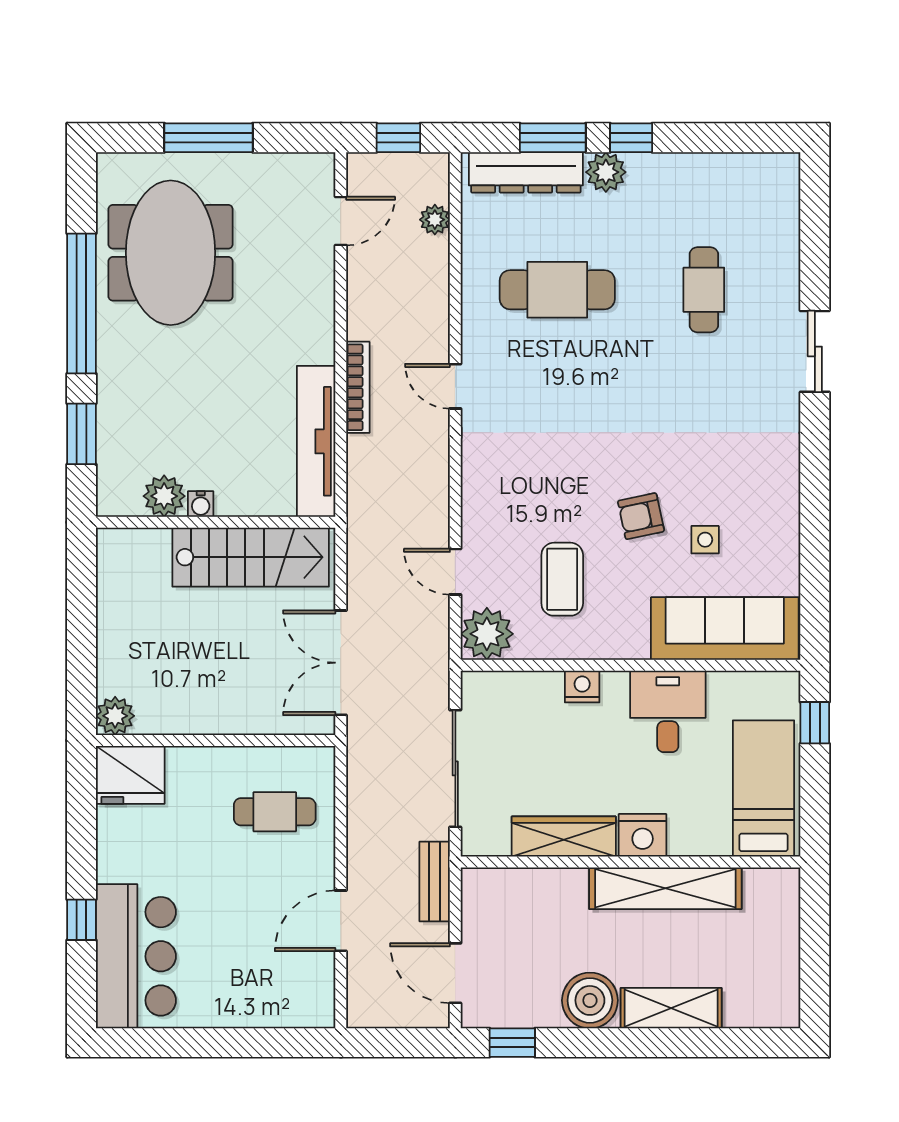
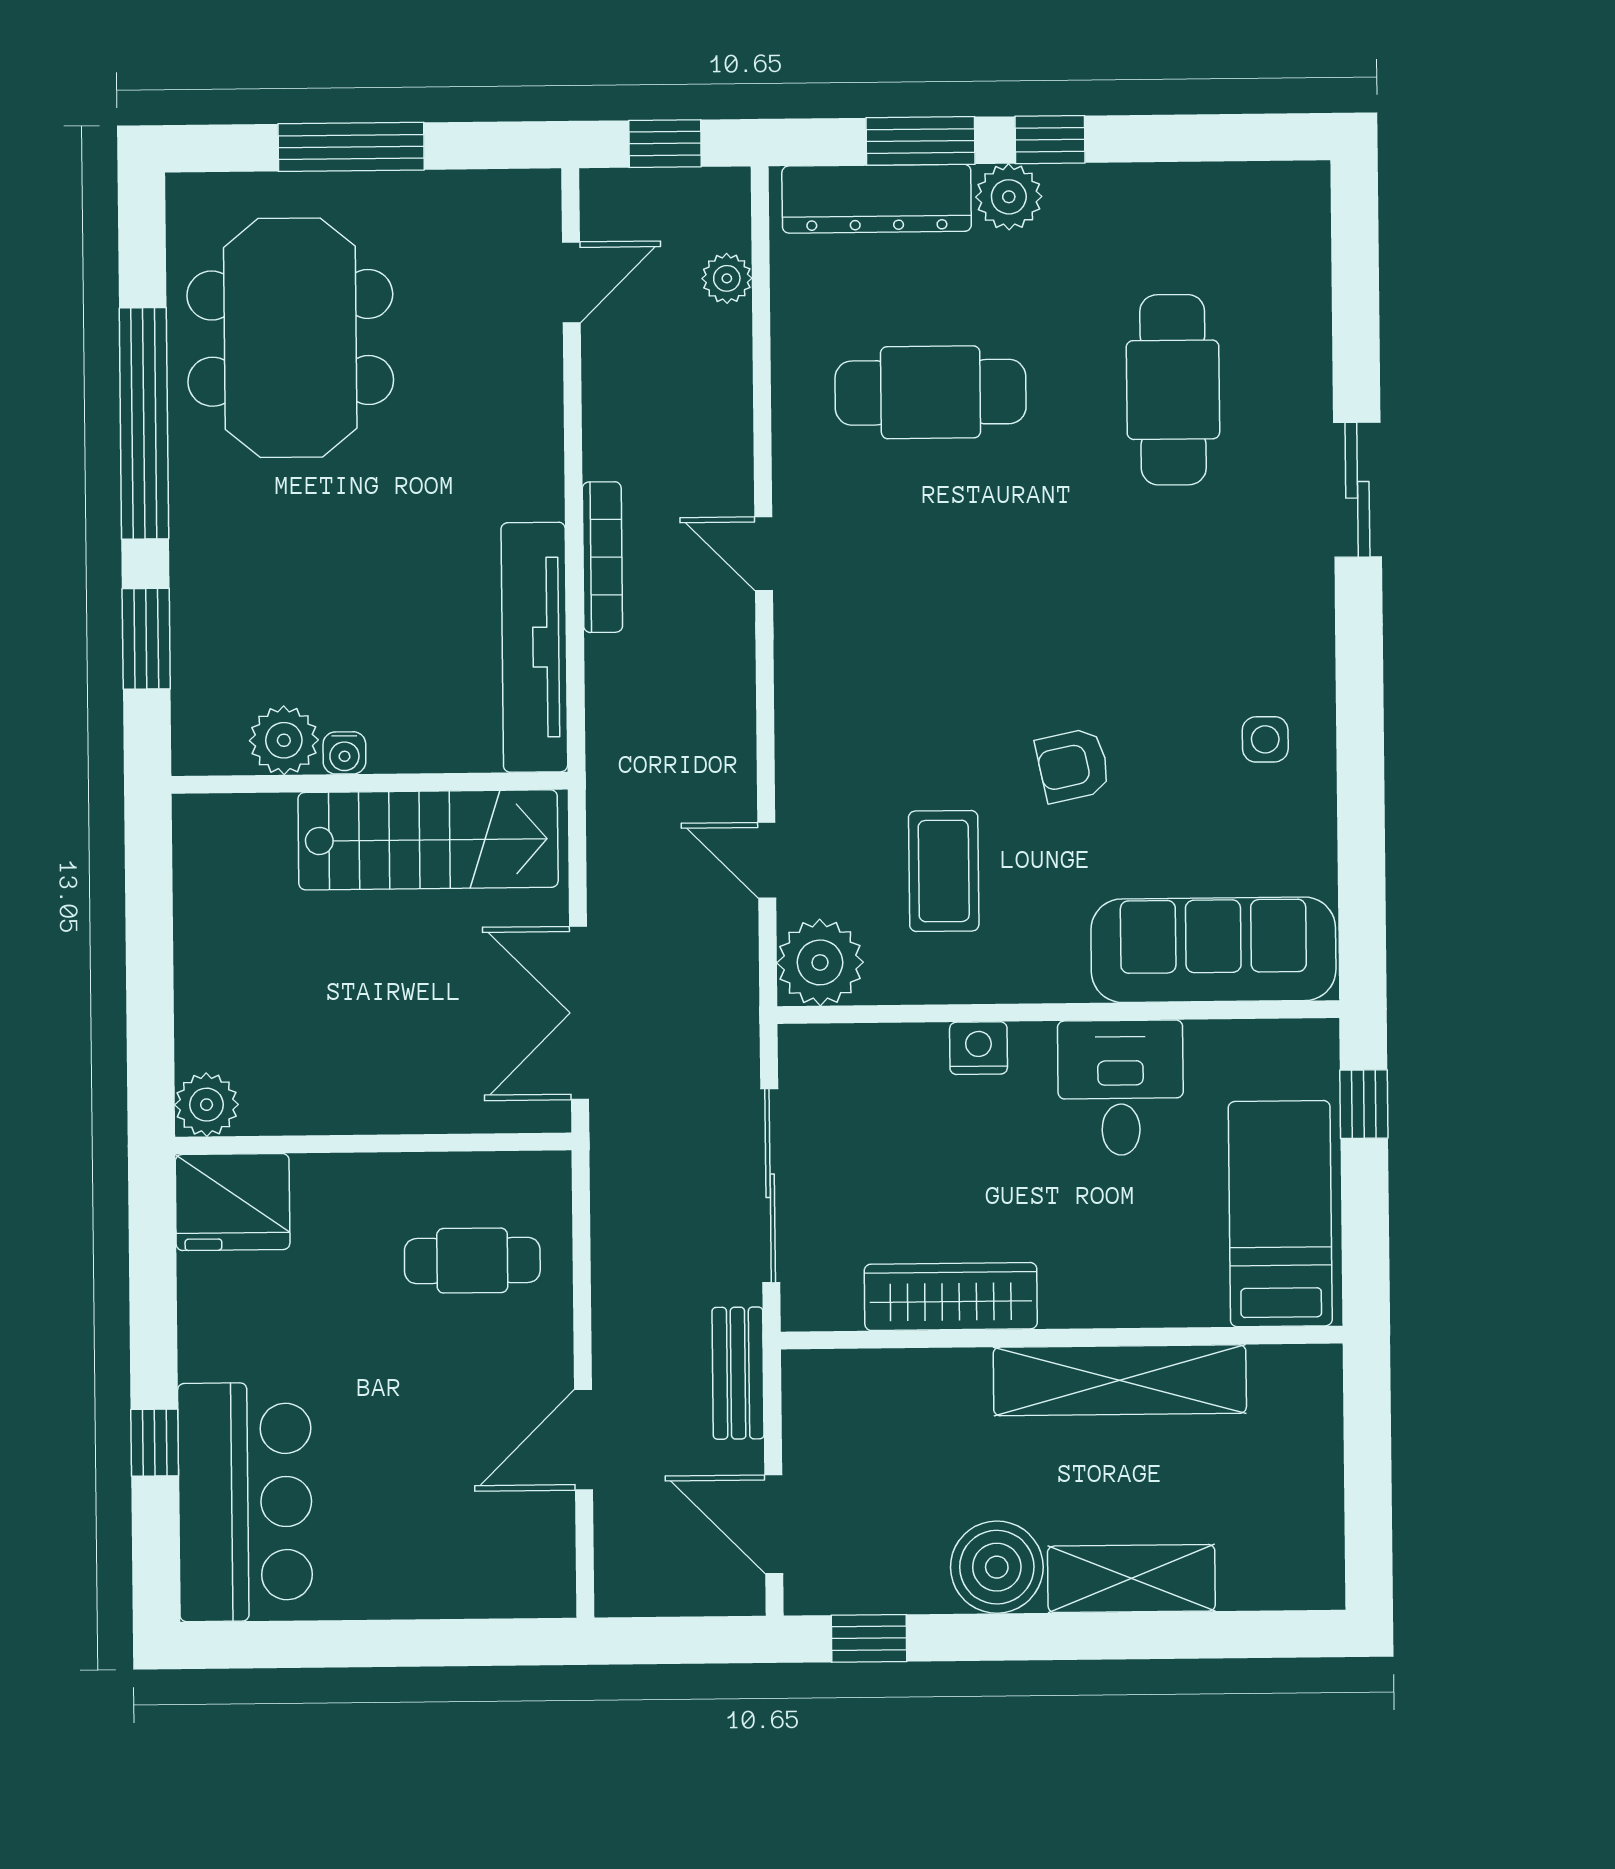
cafe table: (704, 290) -> (1173, 390), width x1.37, depth x1.35
side table: (705, 540) -> (1265, 739), moved
nightstand: (643, 835) -> (1081, 1293), removed

